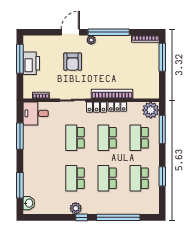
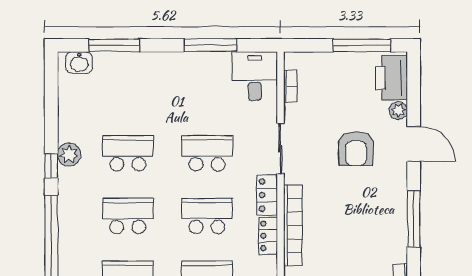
window: (109, 32) -> (414, 219), width x0.68
plant: (91, 40) -> (398, 111), moved
armchair: (73, 62) -> (356, 148), turned -90
printer: (31, 63) -> (391, 78), moved, turned 90

